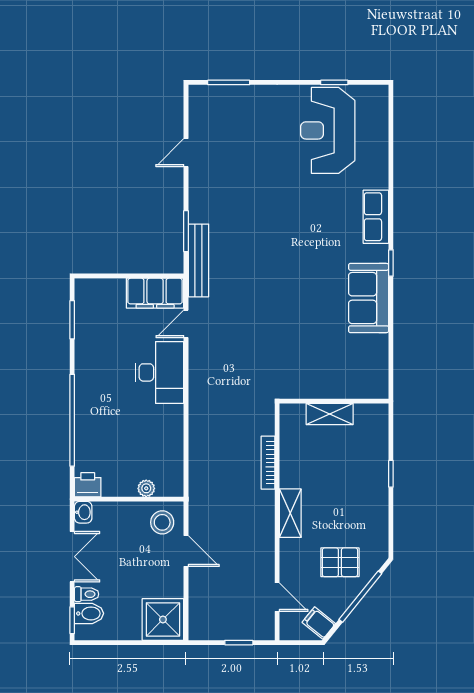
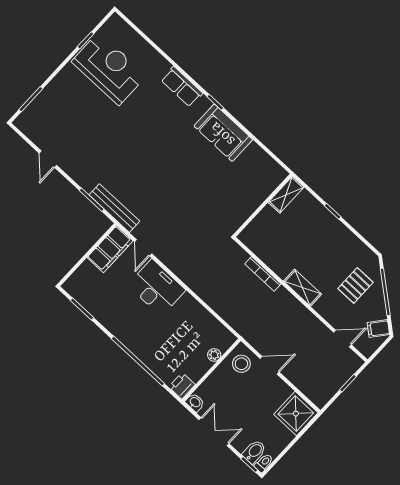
reception desk: (328, 130) -> (109, 69), turned 180
shelving: (330, 414) -> (286, 195), moved
toilet: (87, 594) -> (264, 463), moved

